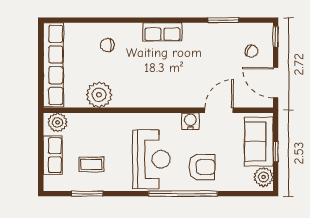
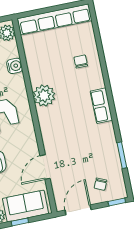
plant: (99, 95) -> (44, 96), moved
door: (219, 110) -> (45, 167), swing flipped
water cooler: (190, 121) -> (15, 66), moved

